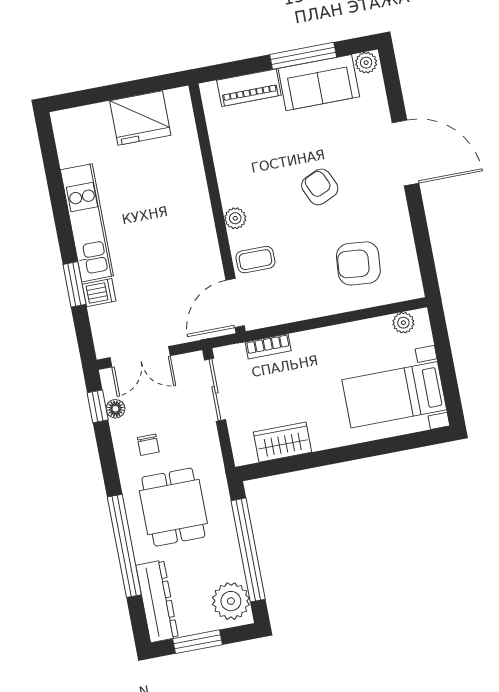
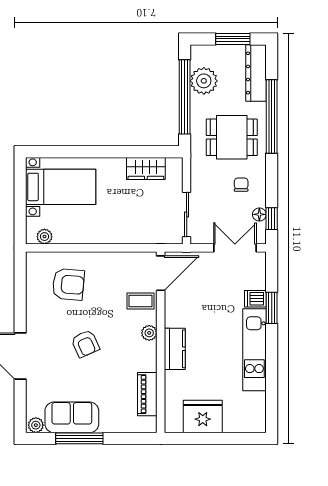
piano: (249, 88) -> (147, 394), moved, turned -90
kitchen counter: (196, 203) -> (175, 349), added
bookcase: (268, 346) -> (143, 238), removed
dining table: (173, 507) -> (232, 137), turned 90
plant: (231, 601) -> (204, 81), moved

